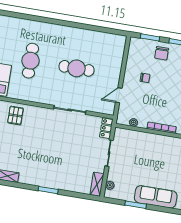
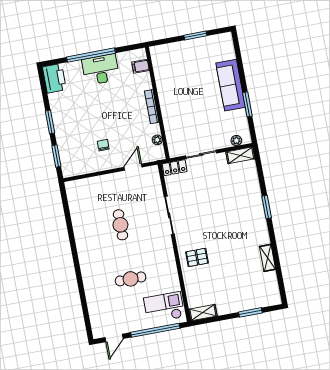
chair: (162, 53) -> (69, 137), removed
cafe table: (30, 61) -> (131, 279), width x0.73, depth x0.74
cafe table: (77, 68) -> (120, 225), width x0.73, depth x0.74
door: (119, 95) -> (133, 167), swing flipped
pallet: (15, 115) -> (197, 257), moved

